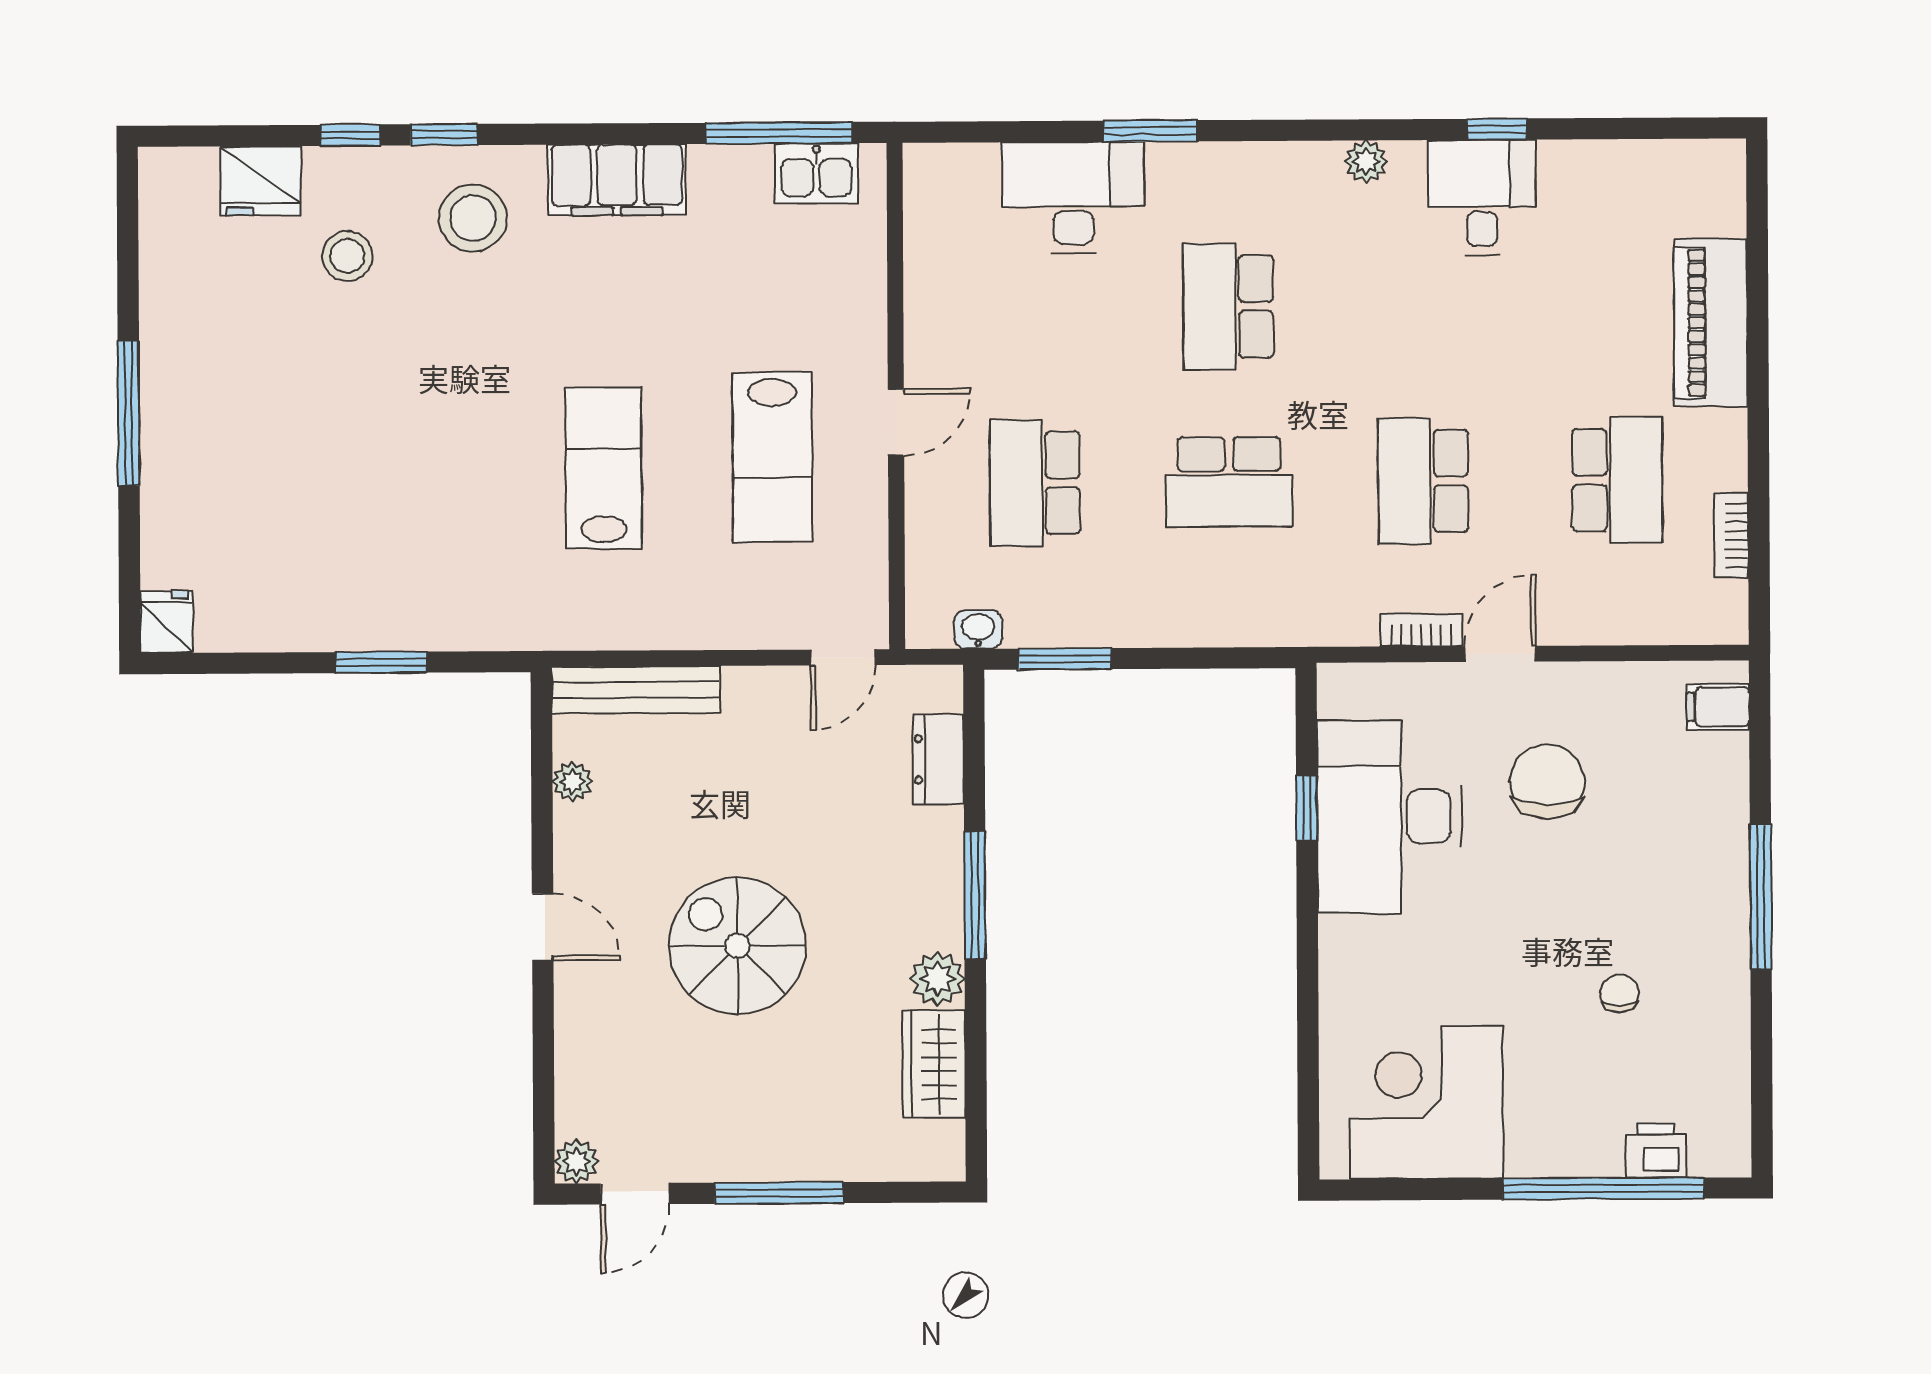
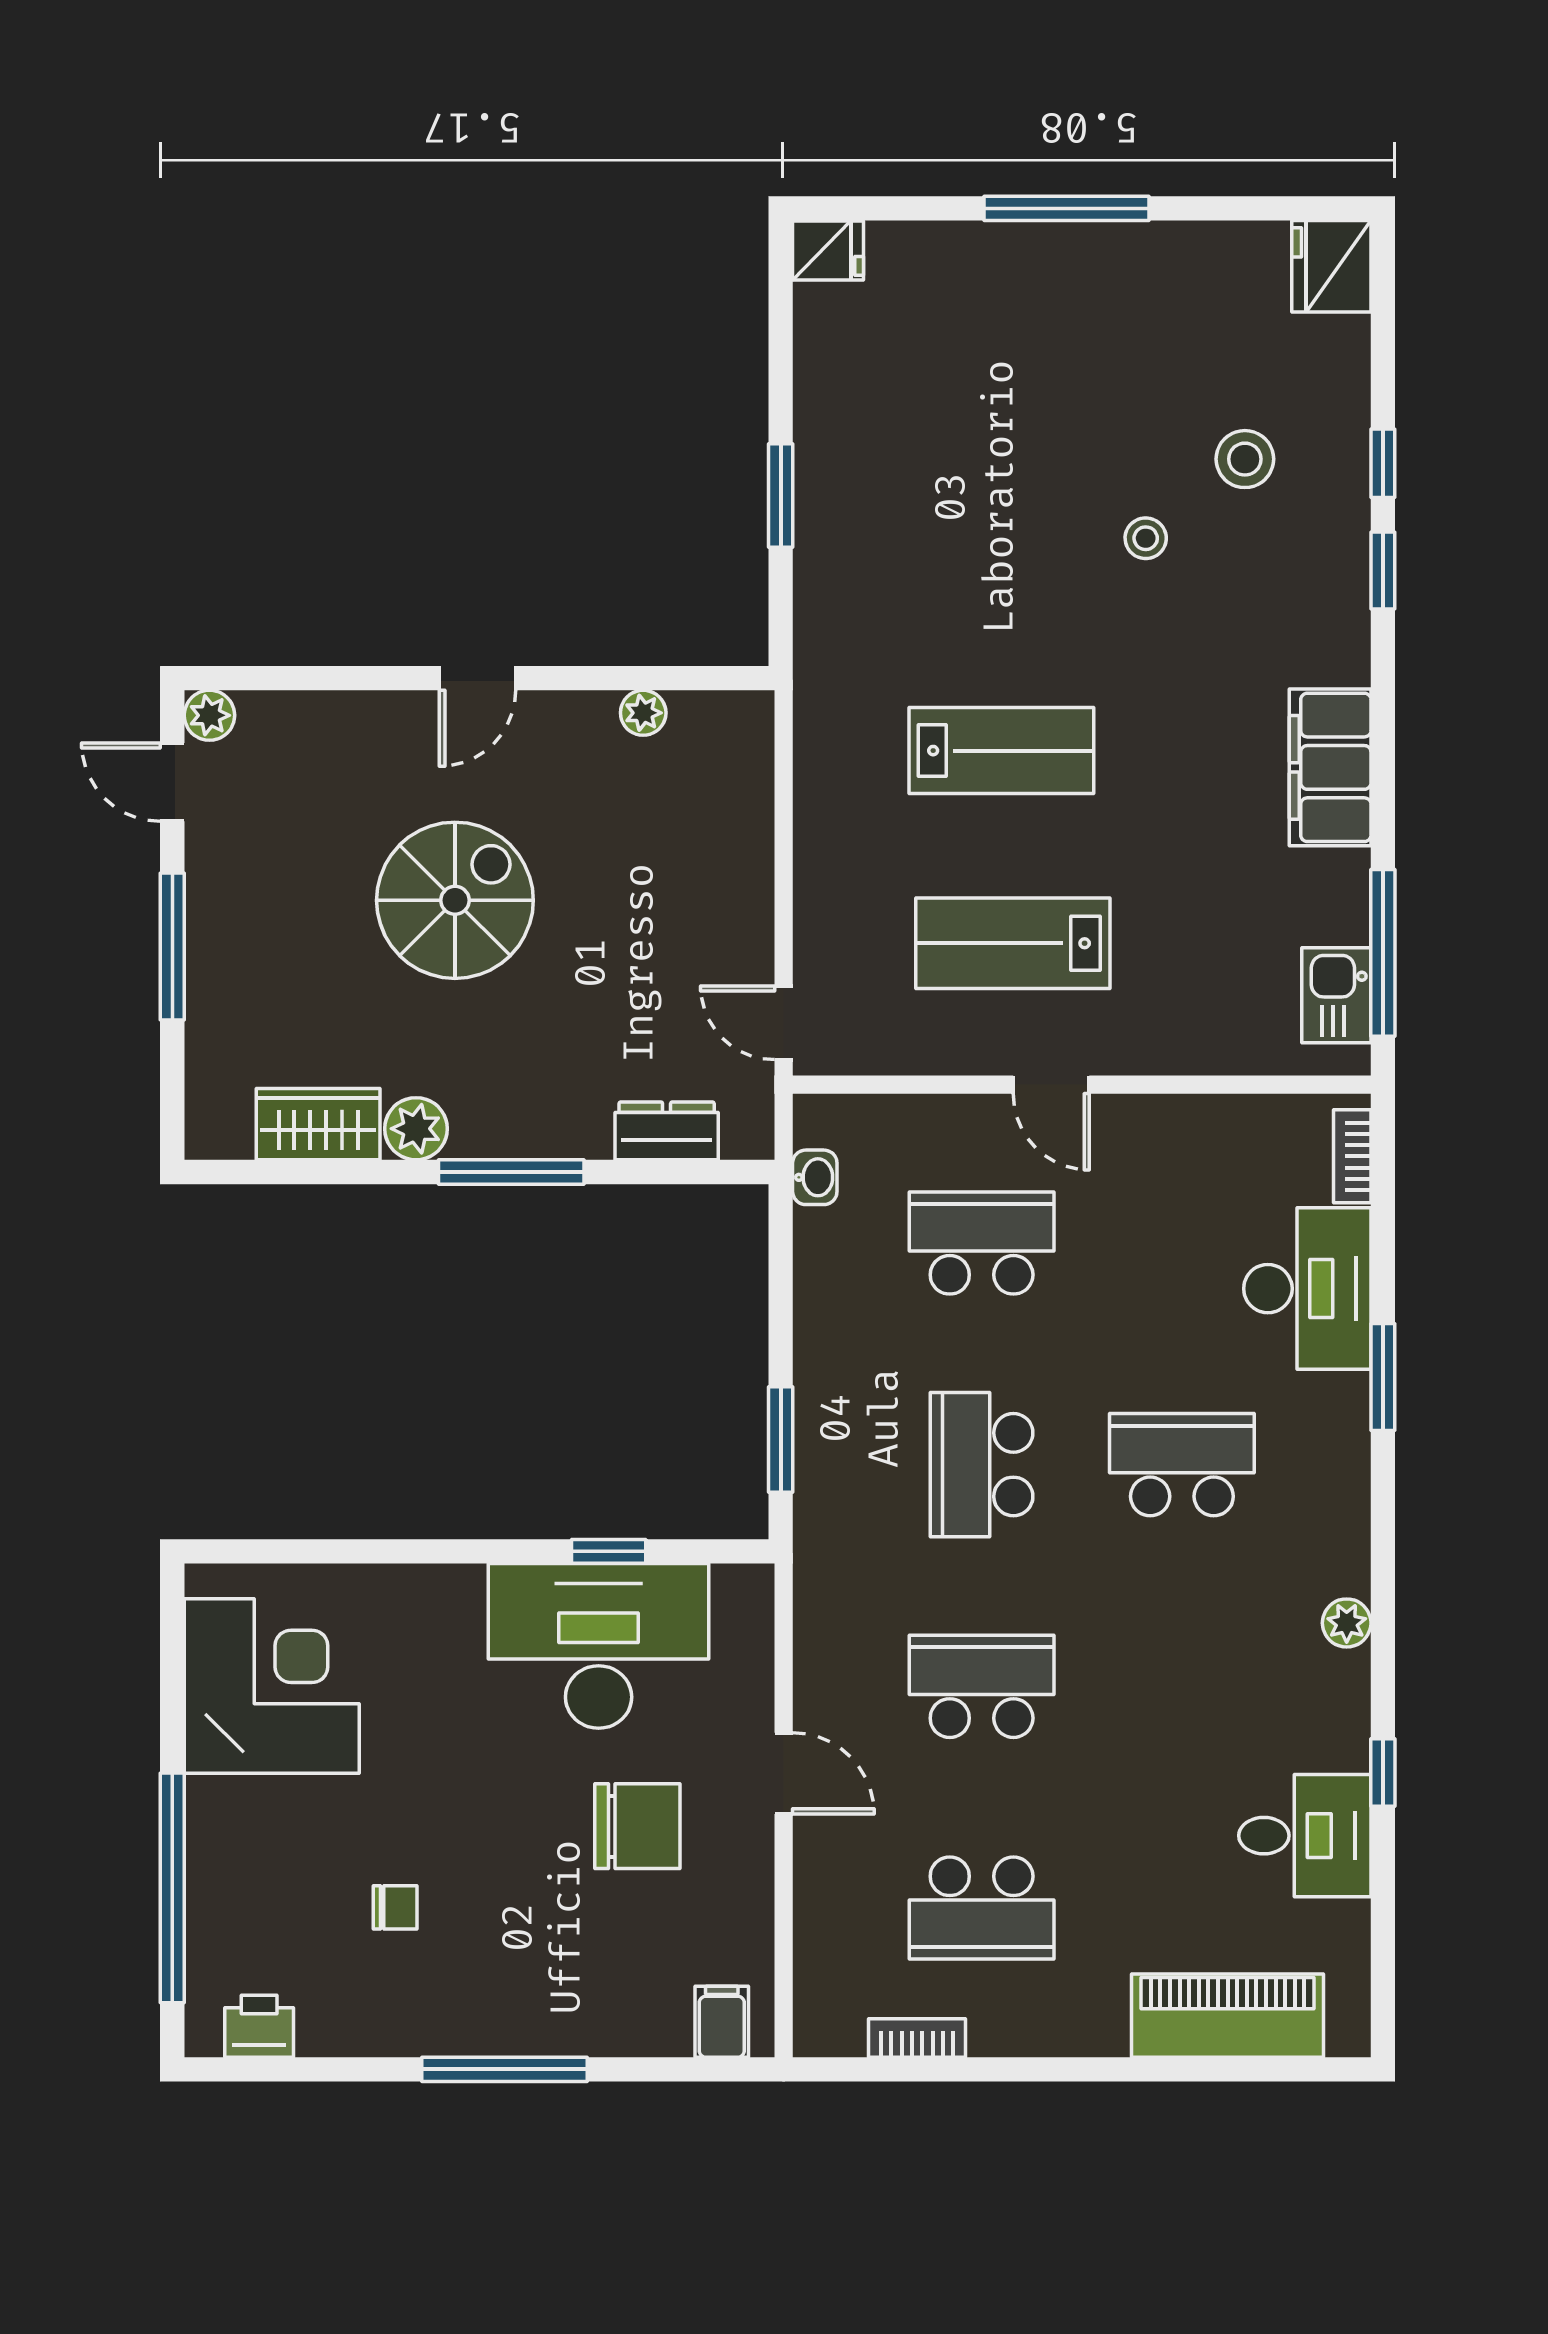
fridge: (260, 181) -> (1331, 266), moved
desk: (1482, 198) -> (1305, 1836), moved
stool: (473, 218) -> (1146, 538), moved, width x0.53, depth x0.53
piano: (1711, 323) -> (1228, 2016), moved
bookcase: (1421, 630) -> (1352, 1156), moved, turned 180
window: (1065, 659) -> (781, 1439), moved
bench: (636, 690) -> (748, 786), removed
printer: (1656, 1151) -> (259, 2026), moved, turned -90

